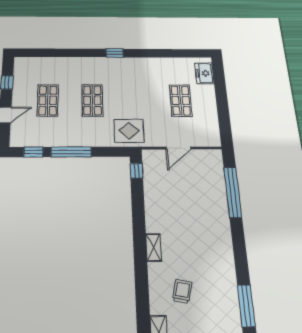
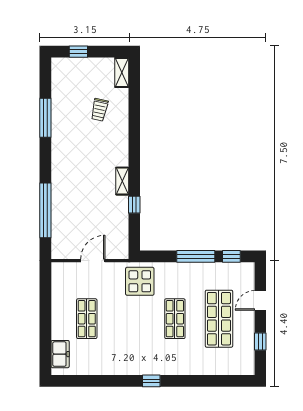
shop shelf: (48, 100) -> (219, 319), width x1.43, depth x1.36
window: (136, 171) -> (134, 205), moved
shelving: (154, 247) -> (122, 181), moved
window: (246, 306) -> (45, 118), moved

